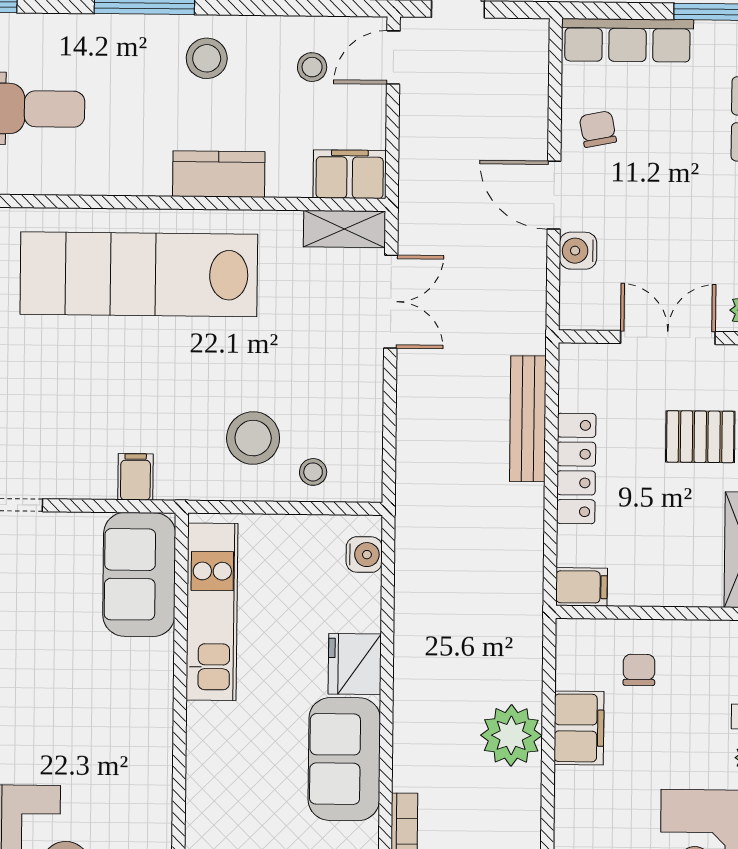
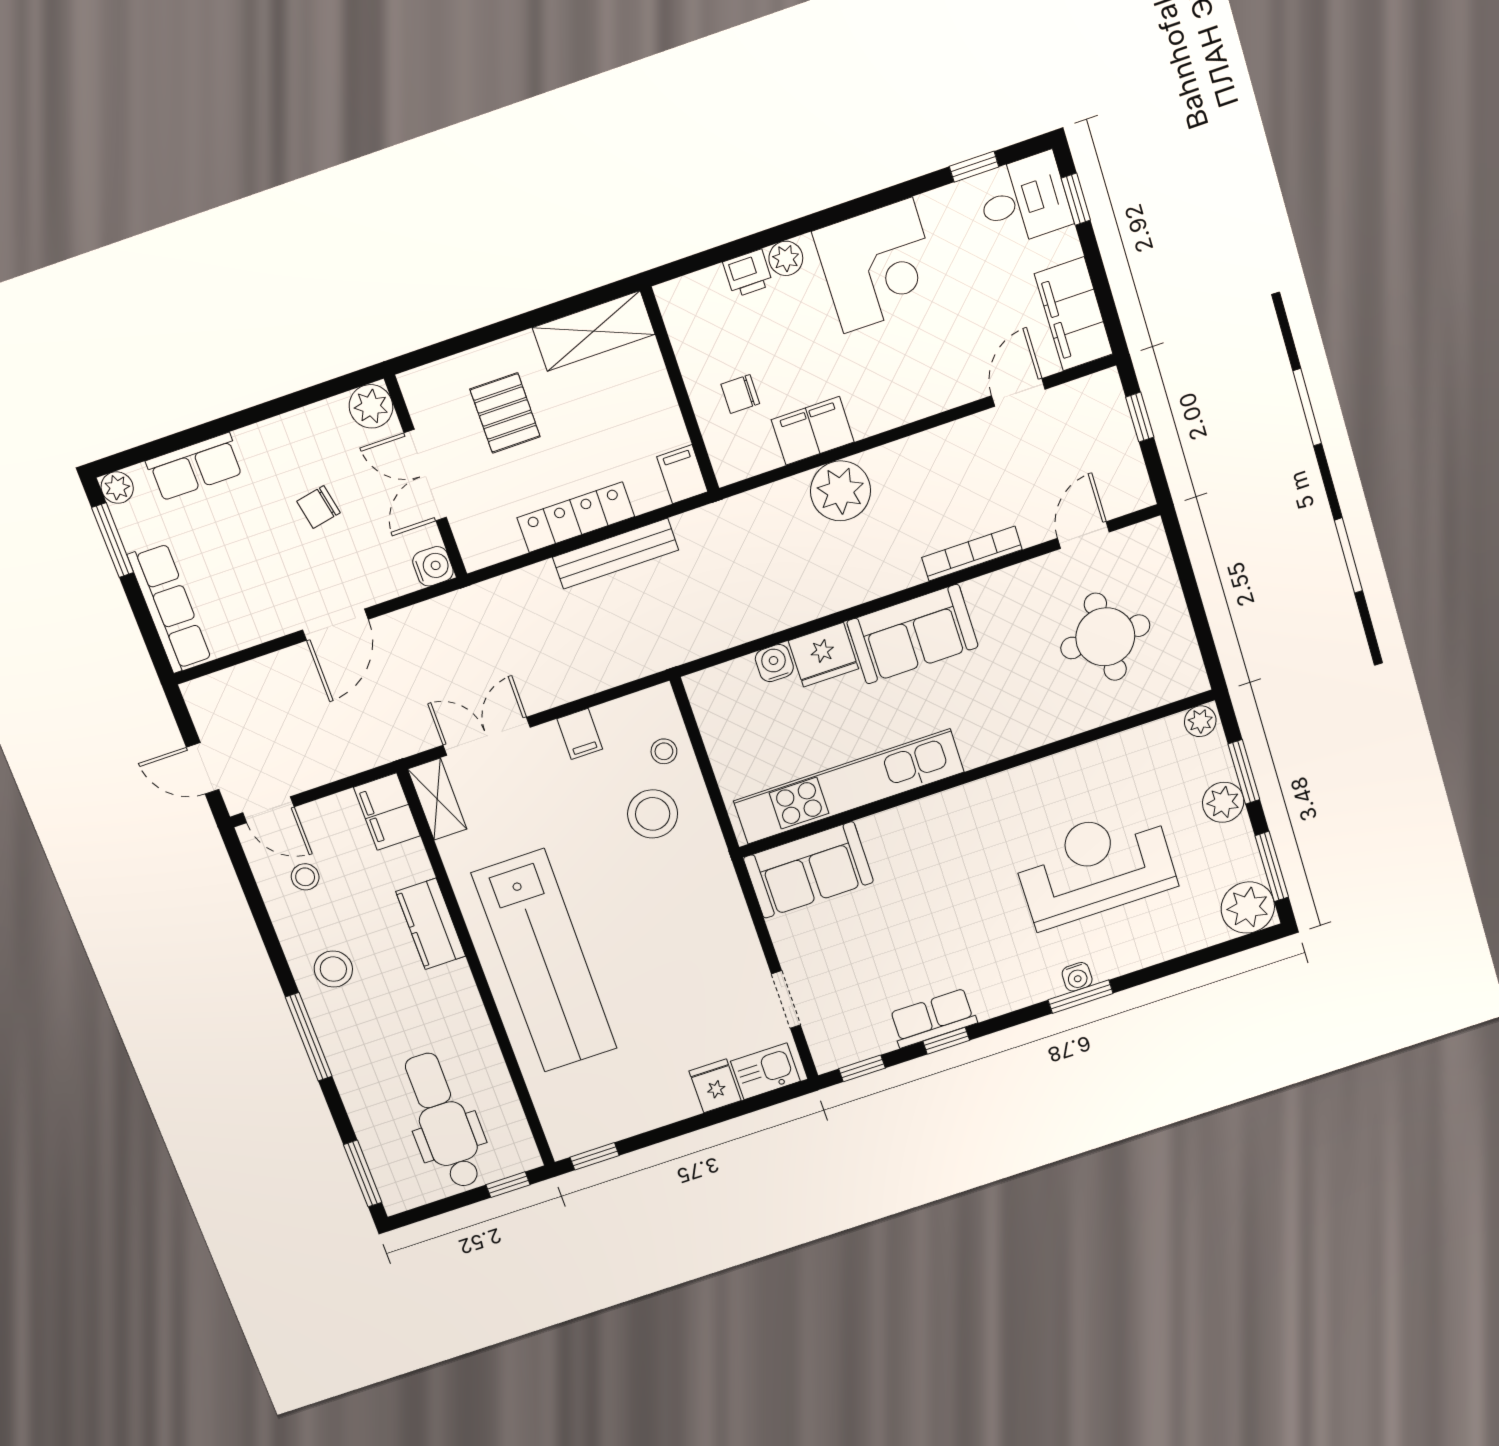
chair: (598, 129) -> (319, 507), moved
water cooler: (578, 251) -> (433, 566), moved, turned -90
bench: (528, 419) -> (615, 554), moved
filing cabinet: (136, 477) -> (580, 734), moved, turned -90
water cooler: (364, 555) -> (774, 663), moved
kitchen unit: (212, 612) -> (849, 786), width x1.36

